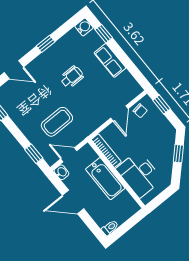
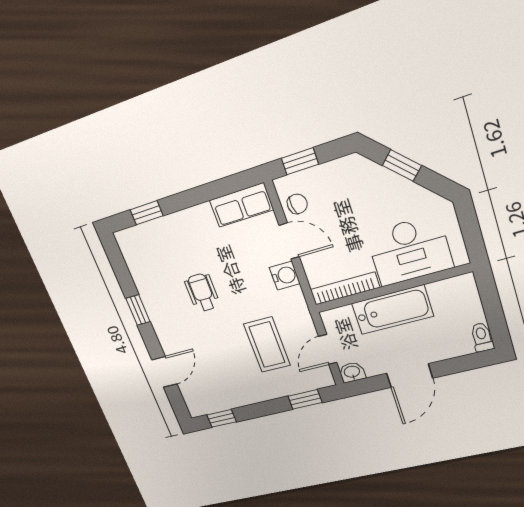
water cooler: (84, 27) -> (285, 276), moved, turned 90
row of seats: (110, 60) -> (241, 205), moved

